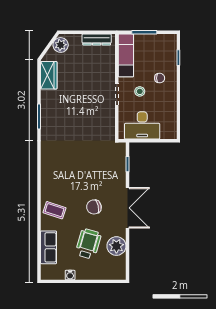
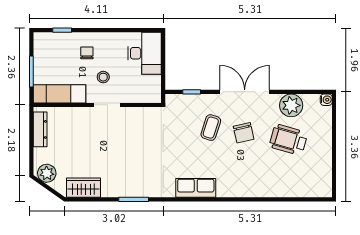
desk: (142, 125) -> (145, 53), moved
coffee table: (54, 210) -> (211, 128), moved
row of seats: (49, 247) -> (196, 188), moved
water cooler: (70, 275) -> (326, 100), moved

